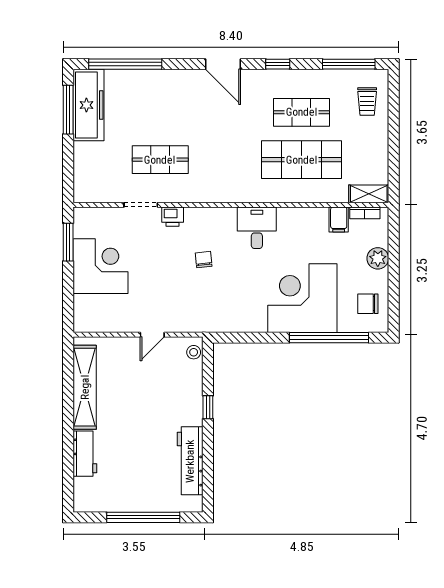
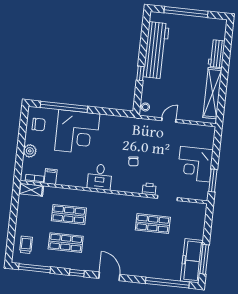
shop shelf: (302, 160) -> (69, 214), width x0.70, depth x0.74
workbench: (190, 461) -> (156, 50), width x1.36, depth x1.32

